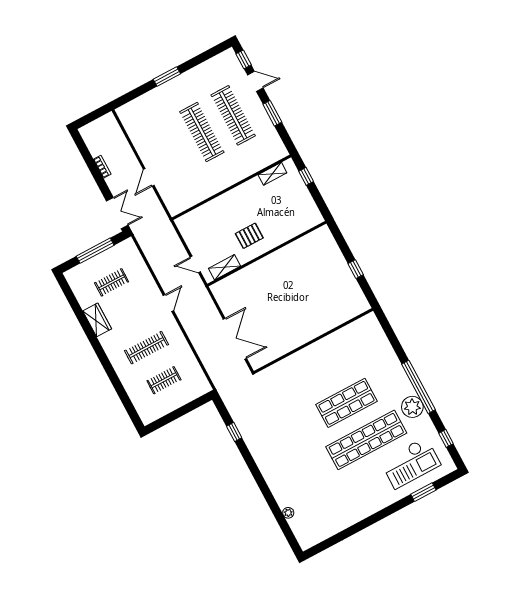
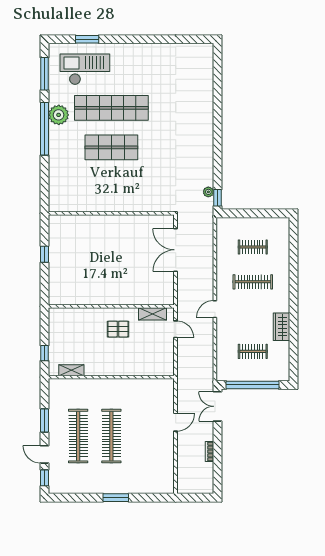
window: (95, 251) -> (252, 385), width x1.46
window: (234, 432) -> (217, 198), moved
window: (446, 438) -> (45, 74), width x2.17
plant: (288, 513) -> (208, 192), moved

